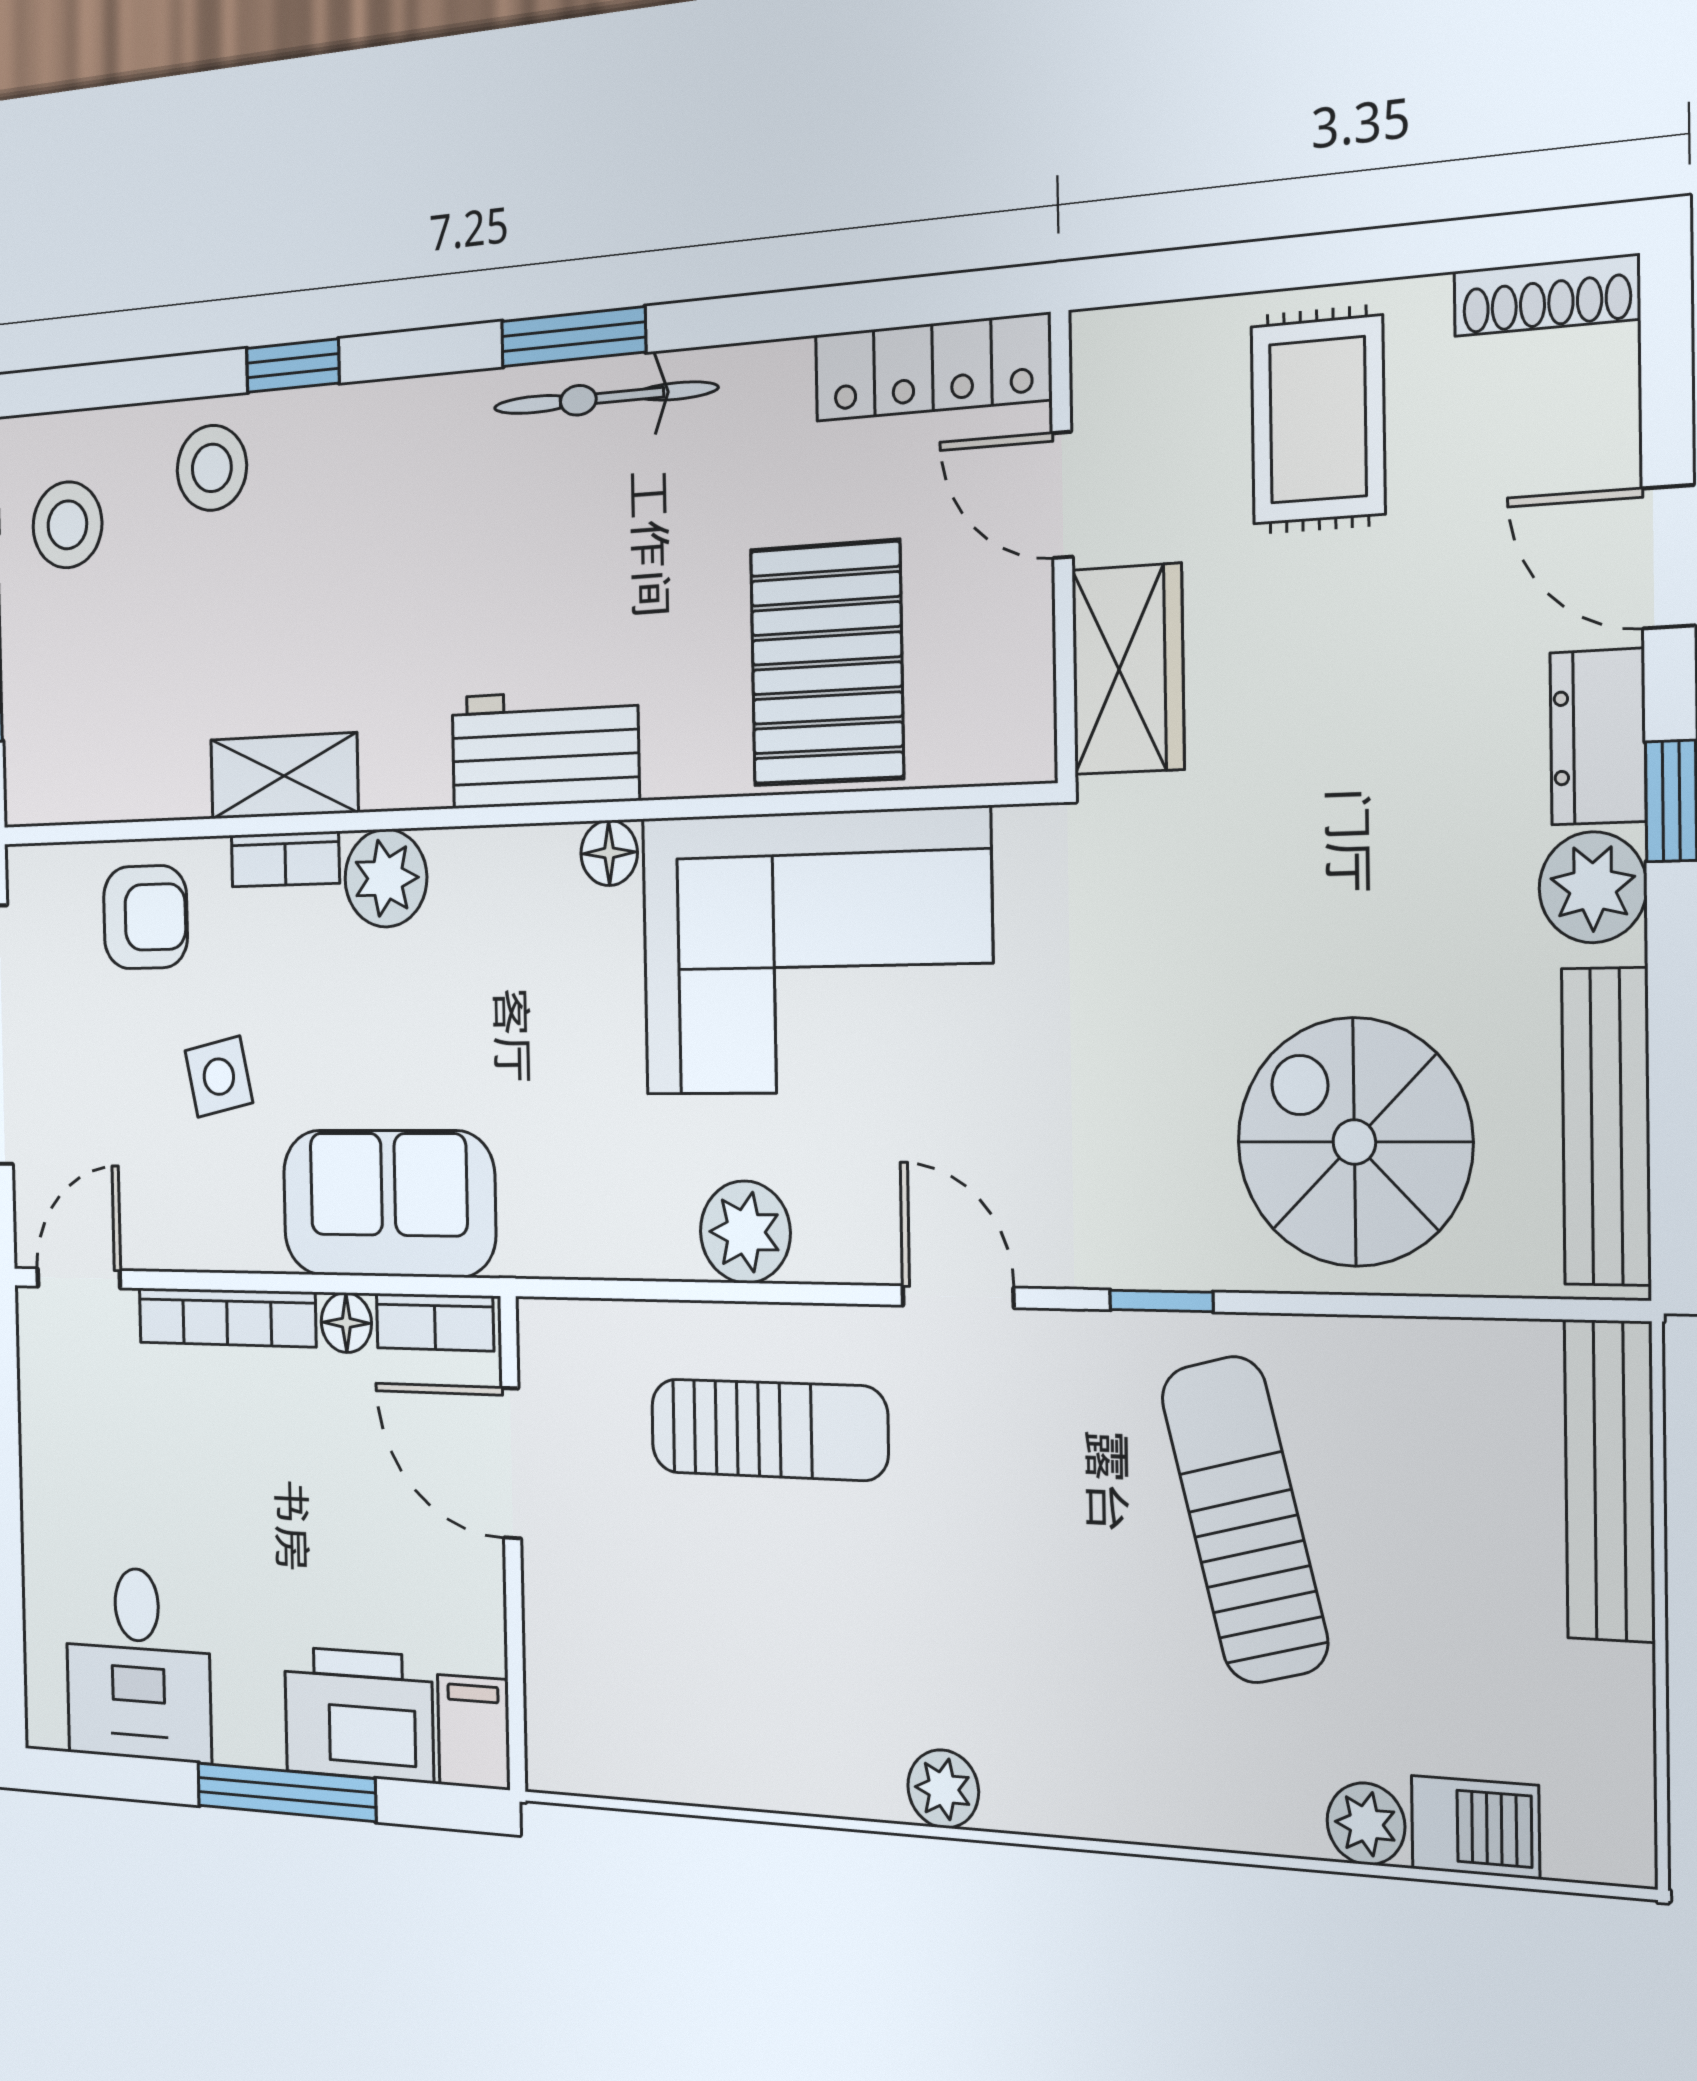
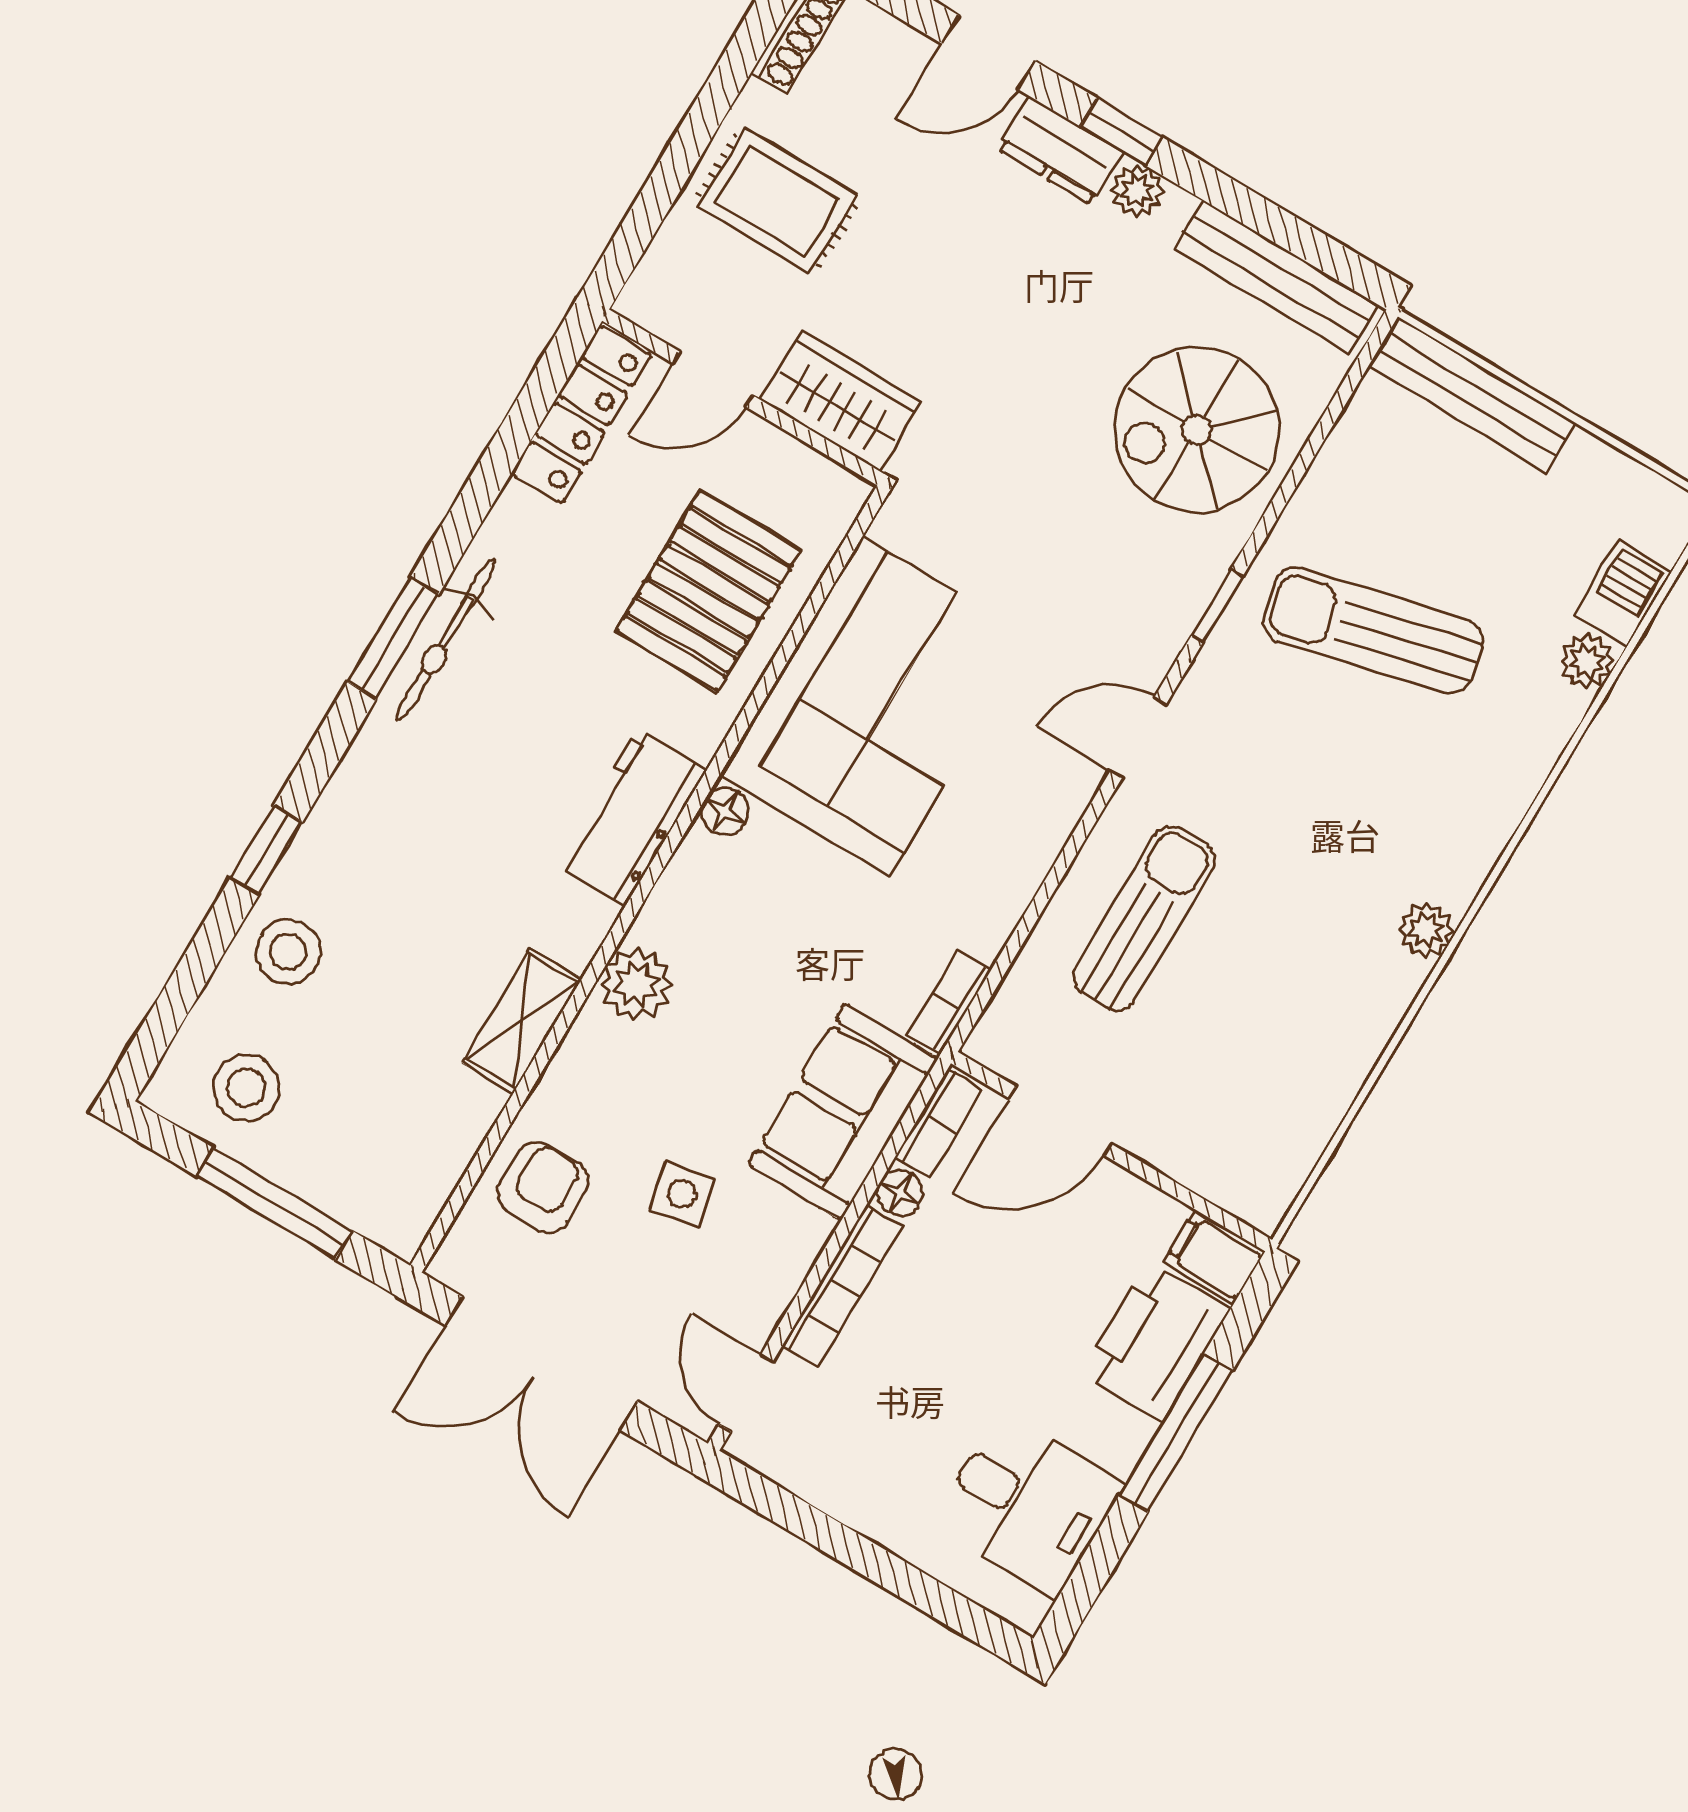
pallet: (827, 663) -> (708, 591), turned 90
bookcase: (285, 859) -> (949, 1002), moved, turned 180
plant: (1593, 887) -> (1137, 191), width x0.73, depth x0.73
plant: (745, 1232) -> (1015, 860), removed

